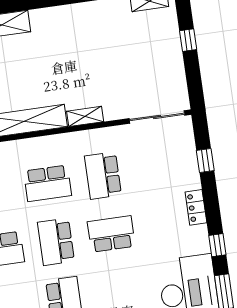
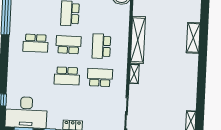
school desk: (111, 234) -> (67, 76), turned 90

